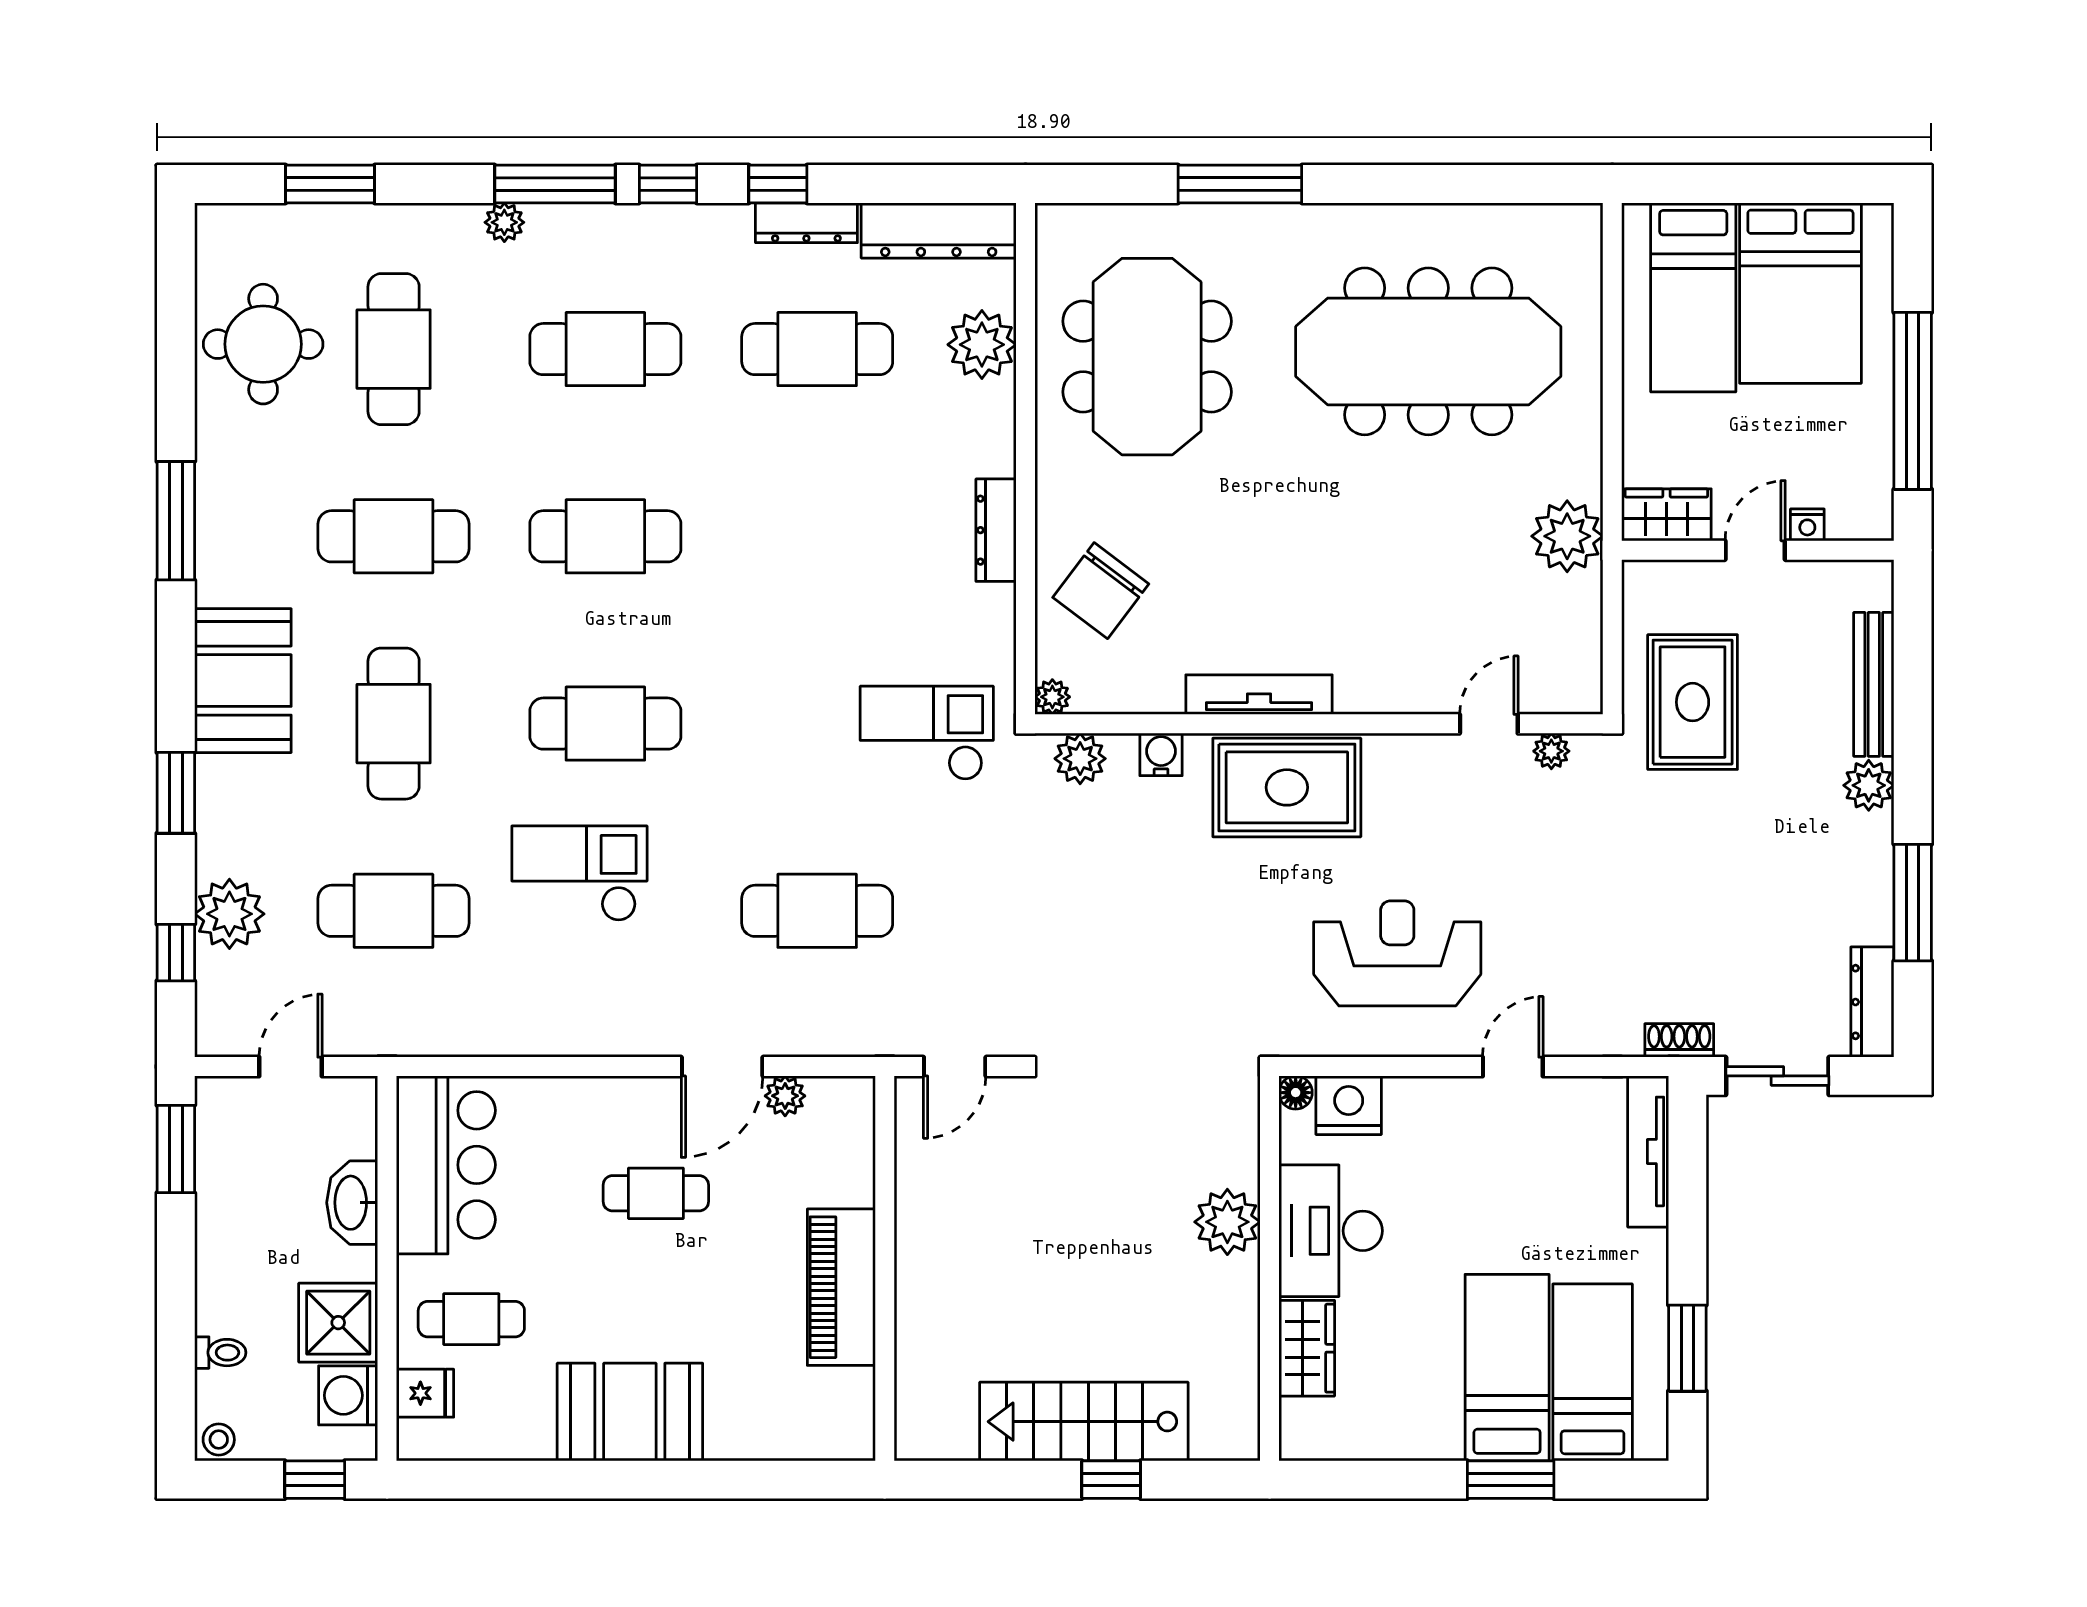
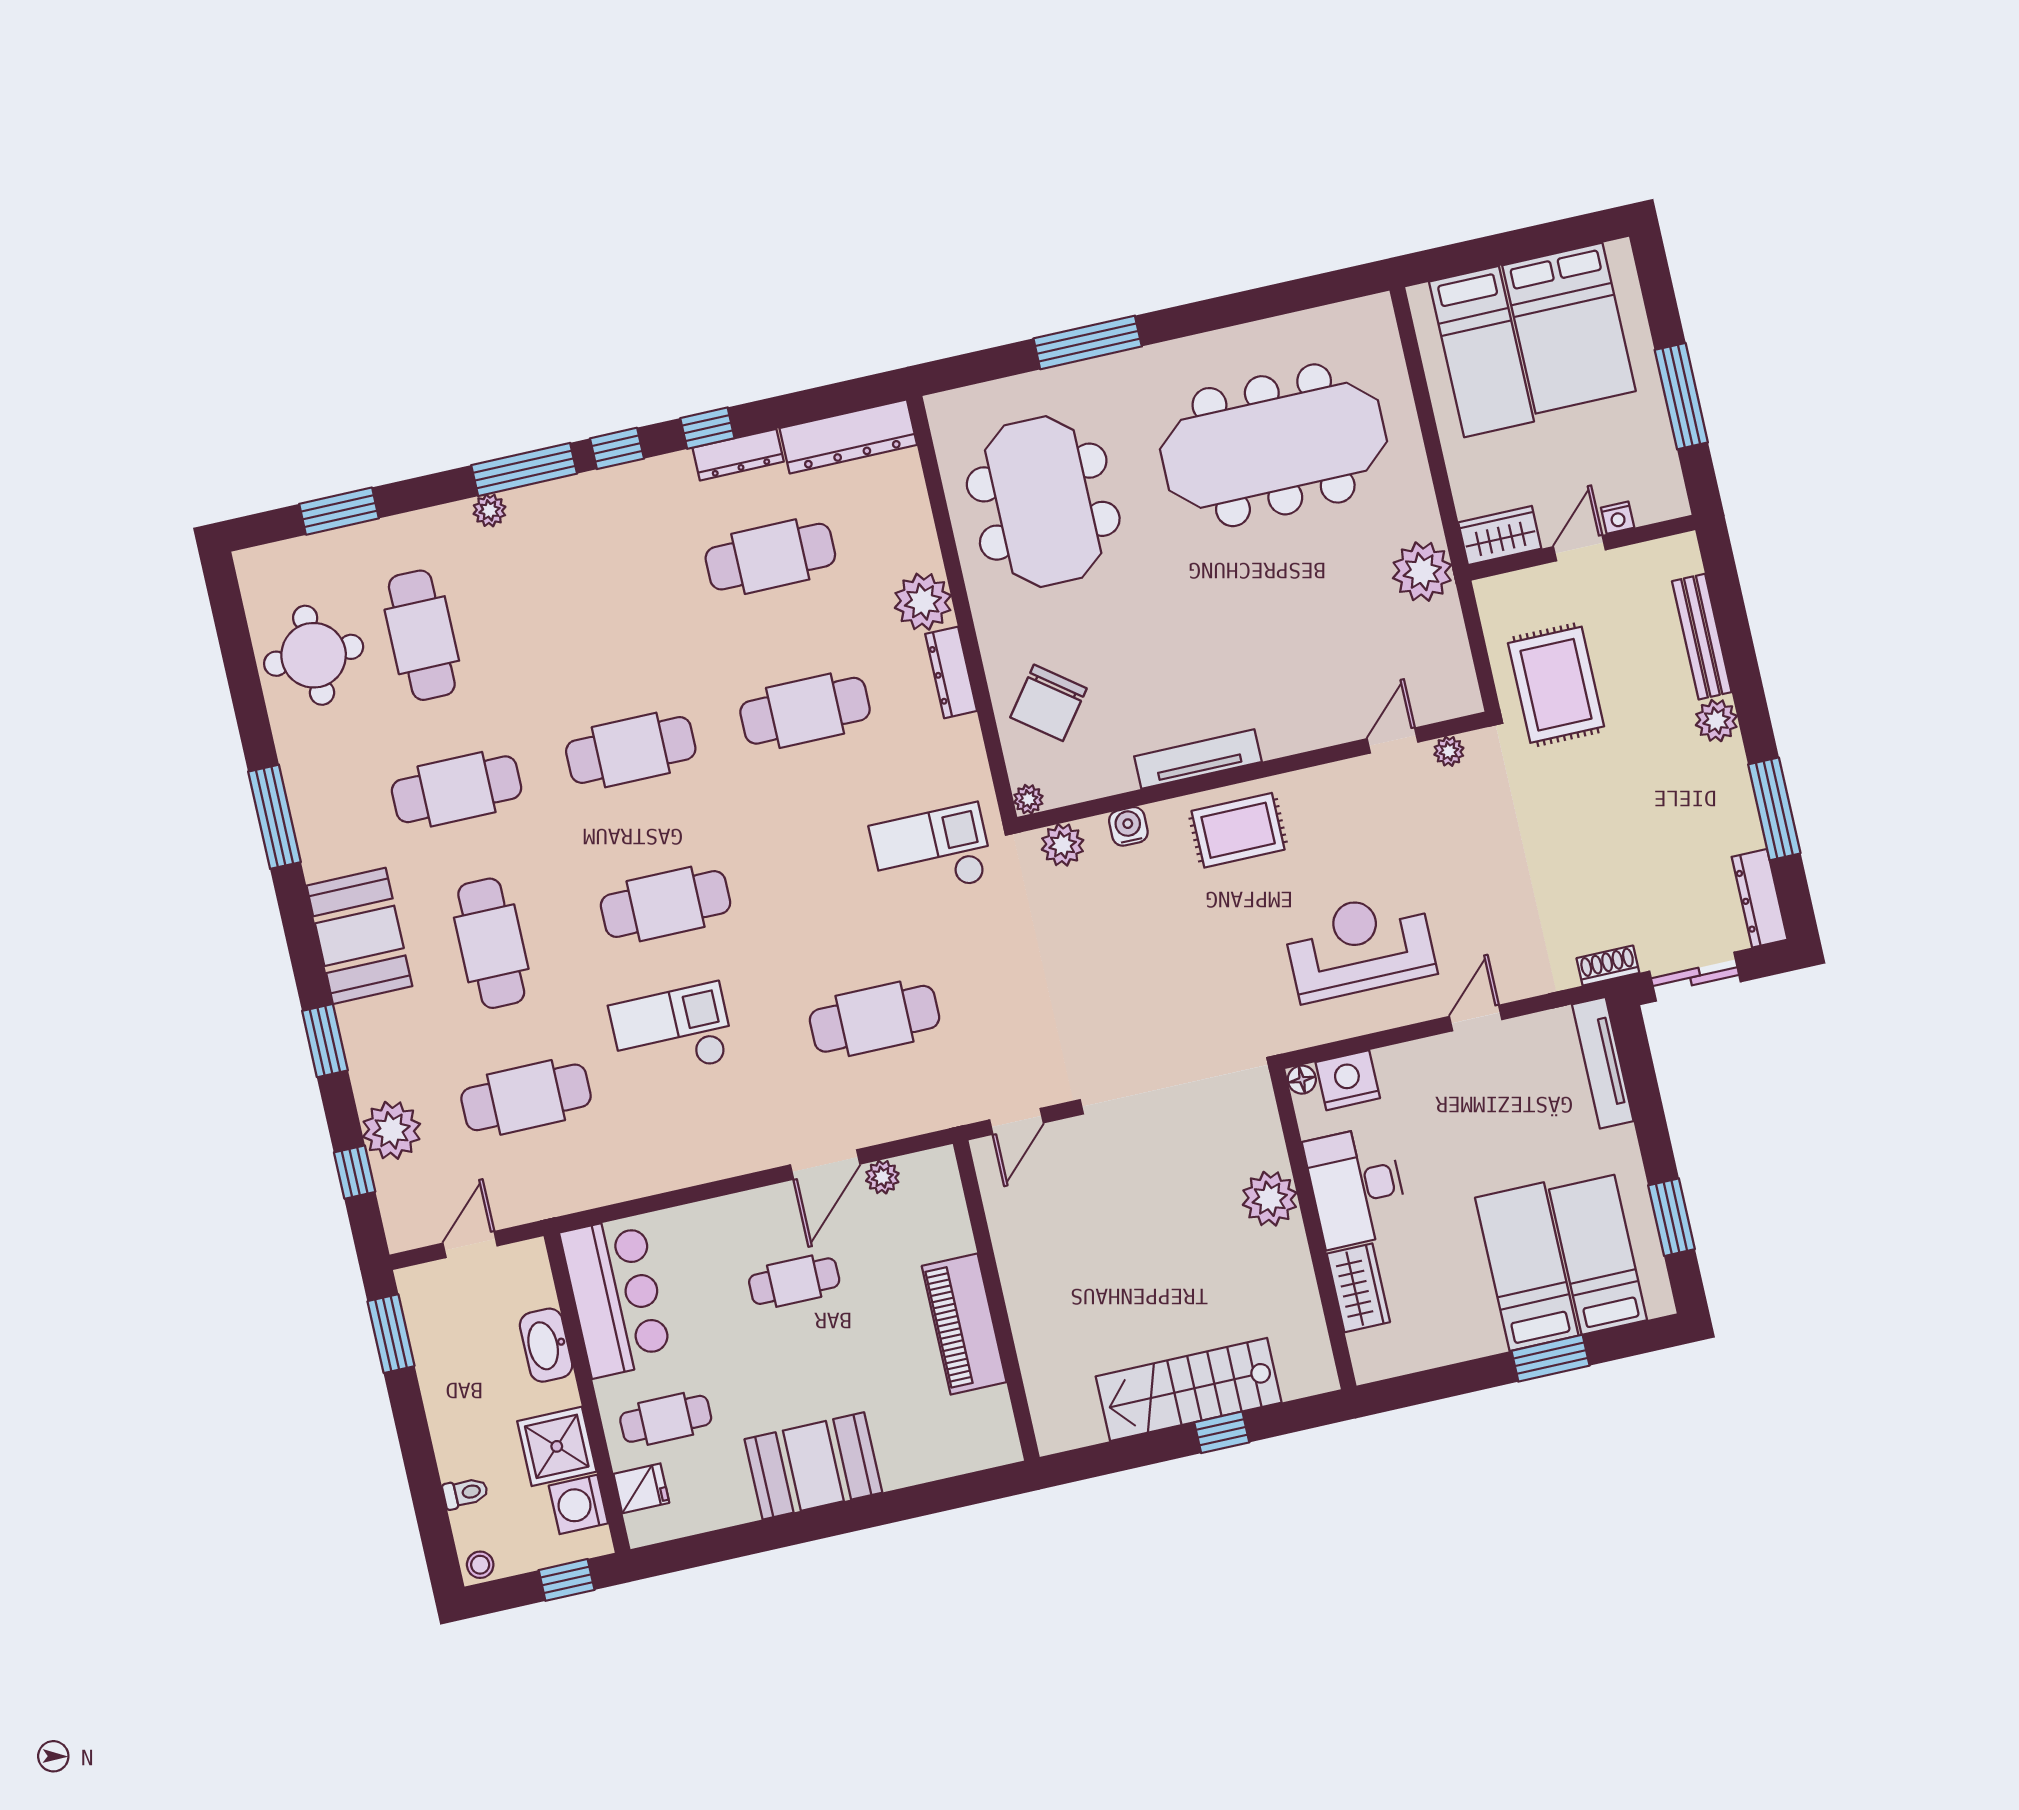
plant: (982, 345) -> (923, 602), moved
cafe table: (605, 349) -> (805, 711), moved
window: (1913, 401) -> (1681, 396), width x0.68
rug: (1287, 787) -> (1238, 830), width x0.73, depth x0.70

